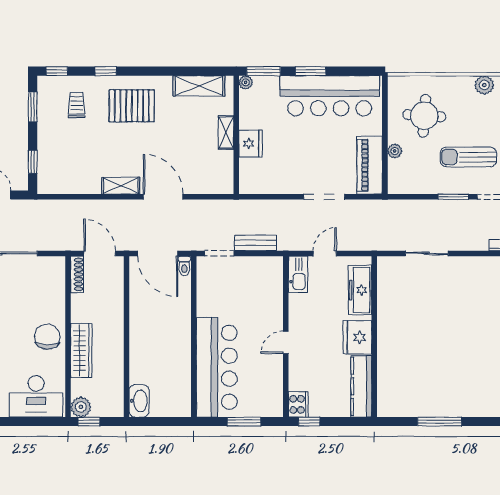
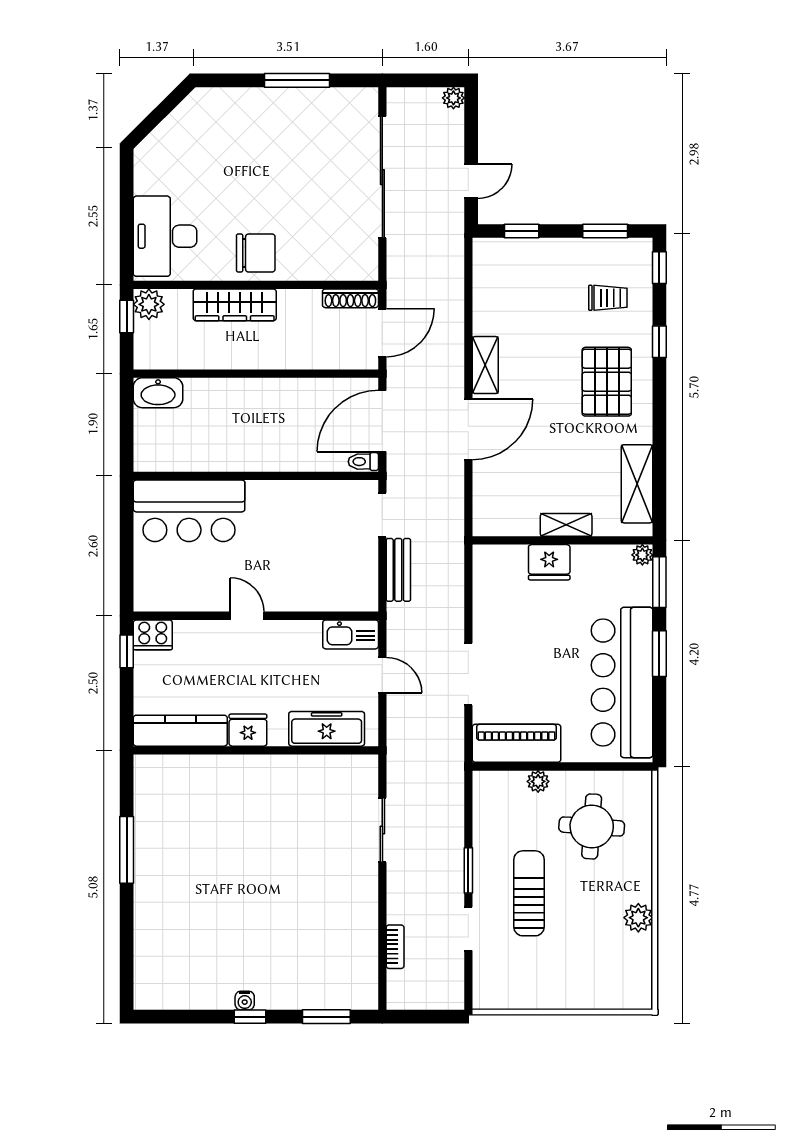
fridge: (357, 337) -> (248, 730), width x0.73, depth x0.75
bar counter: (217, 367) -> (189, 511), width x0.73
window: (244, 422) -> (127, 552), removed

